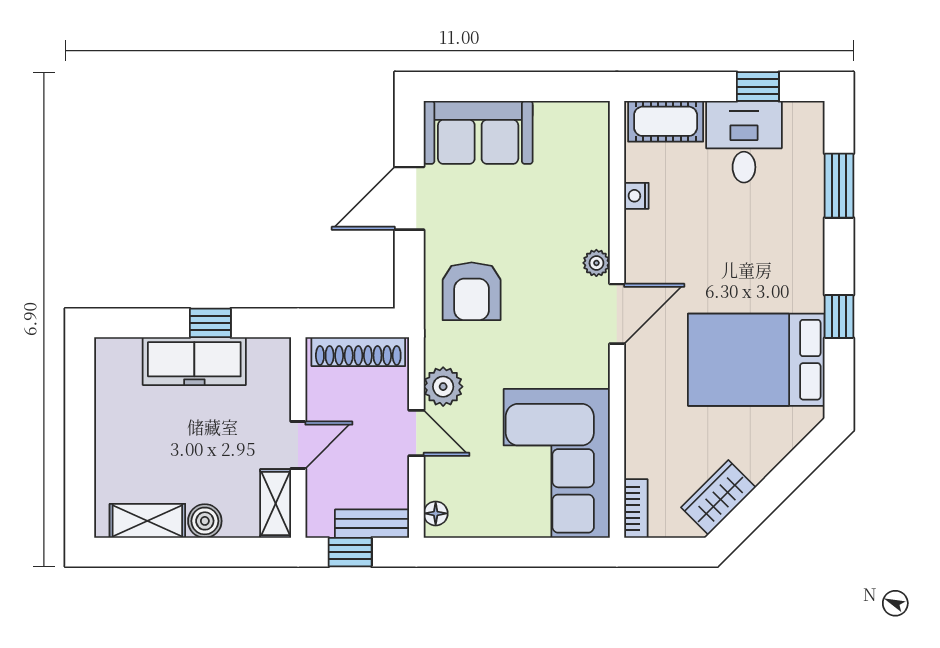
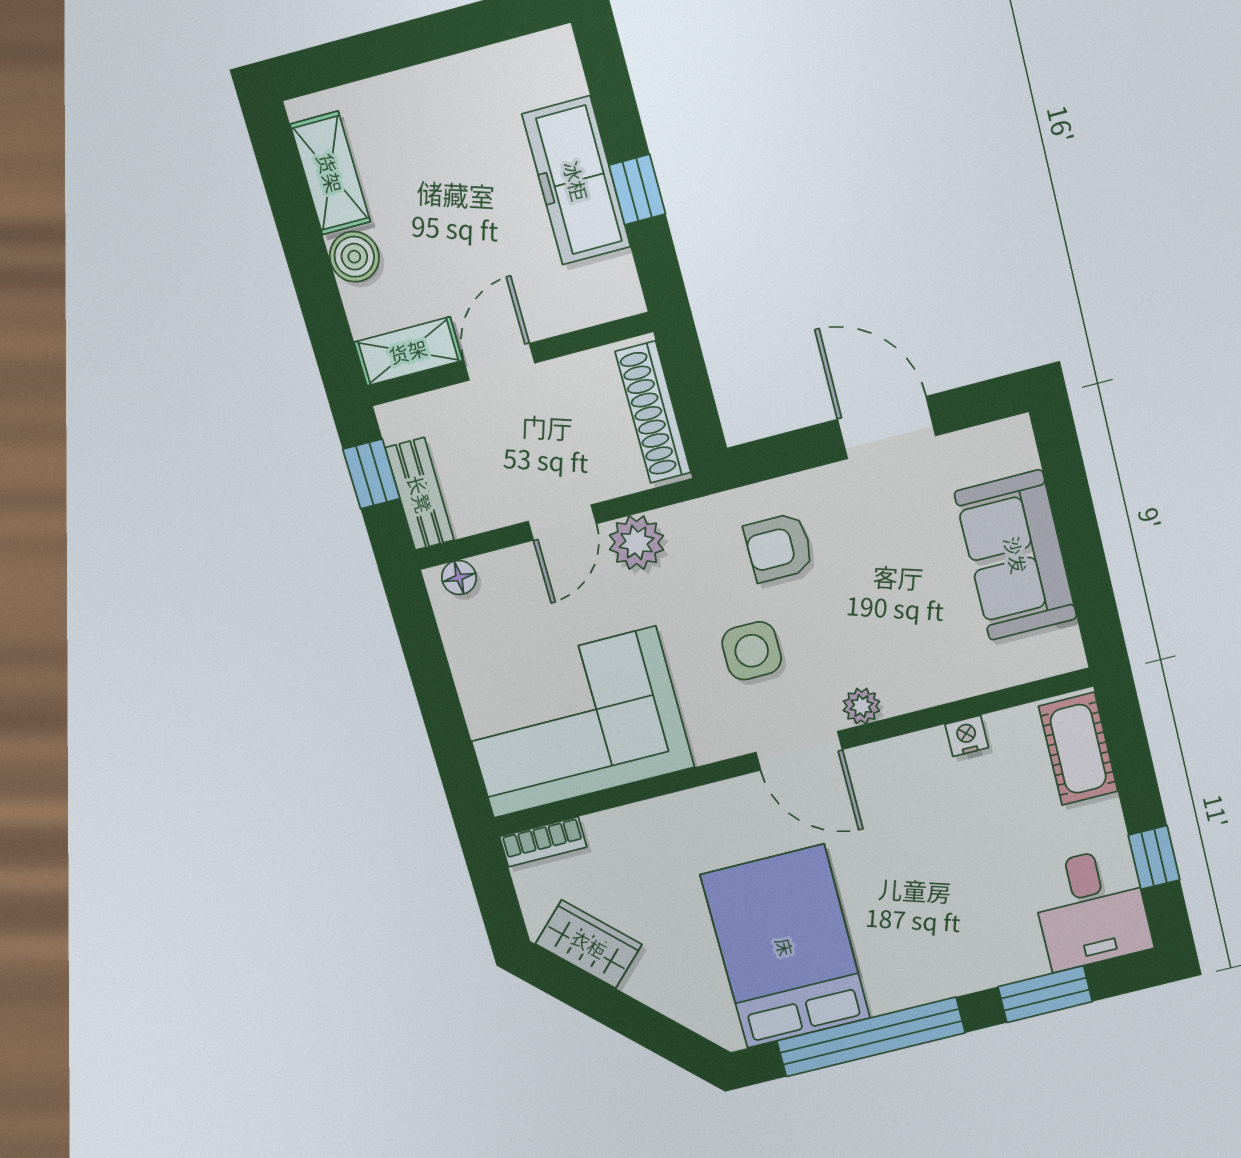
sofa: (478, 132) -> (1016, 555), moved
desk: (744, 142) -> (1091, 908), moved, turned 90
armchair: (472, 291) -> (779, 547), width x0.72, depth x0.72
window: (839, 316) -> (871, 1037), width x3.17
side table: (538, 328) -> (752, 651), added
door: (298, 445) -> (499, 362), swing flipped

